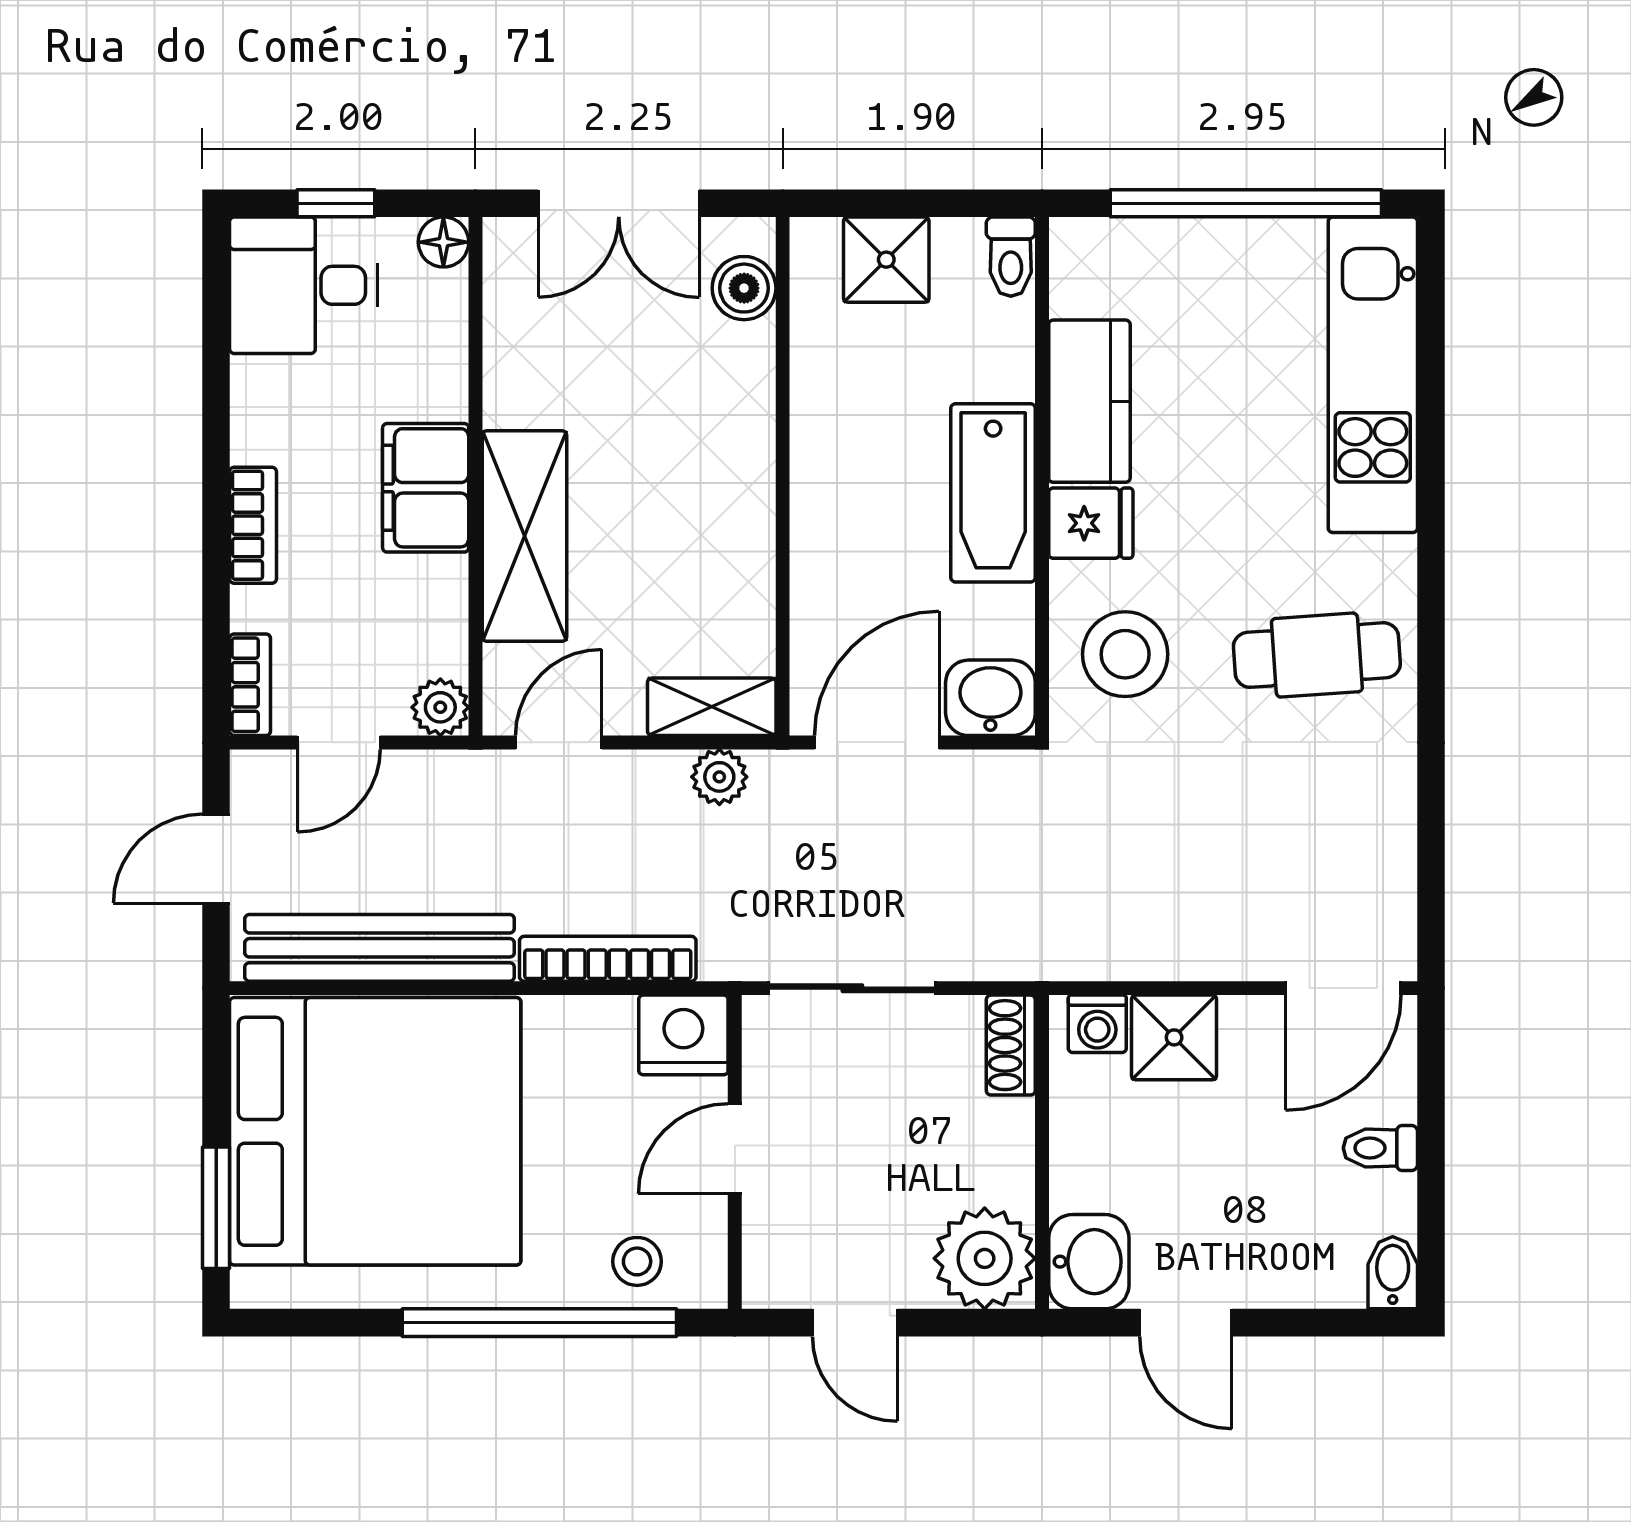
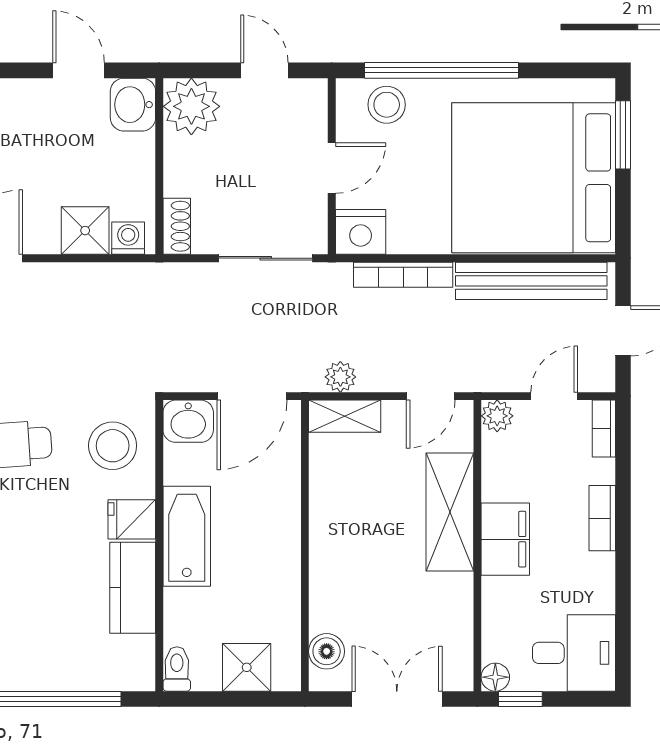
window: (336, 203) -> (520, 699), moved
stool: (637, 1261) -> (387, 105), width x1.37, depth x1.37

